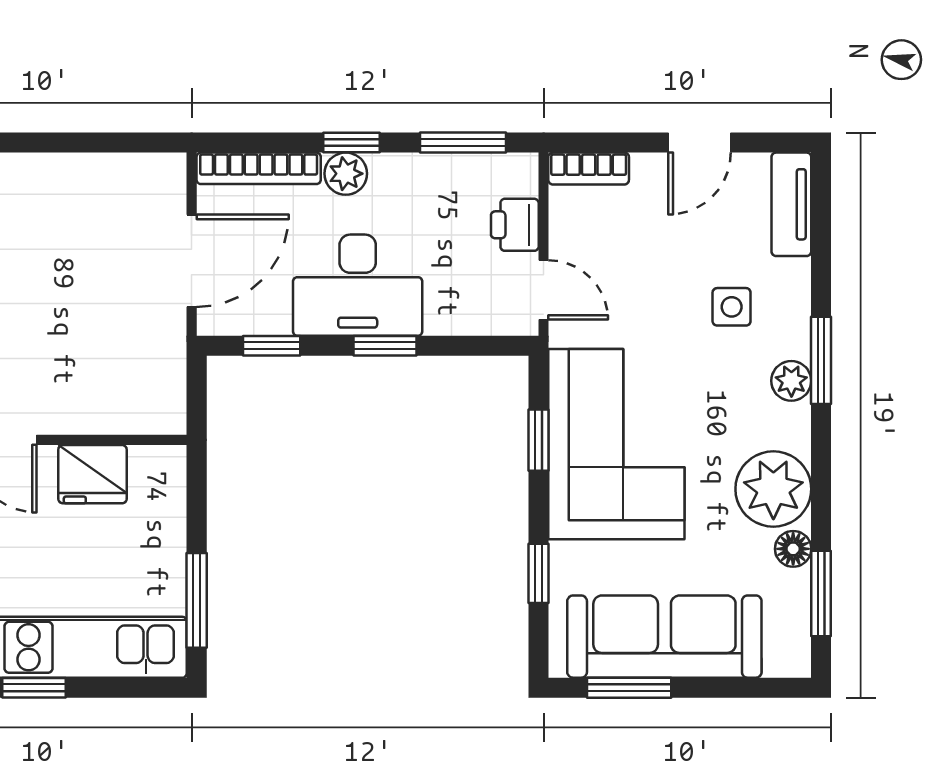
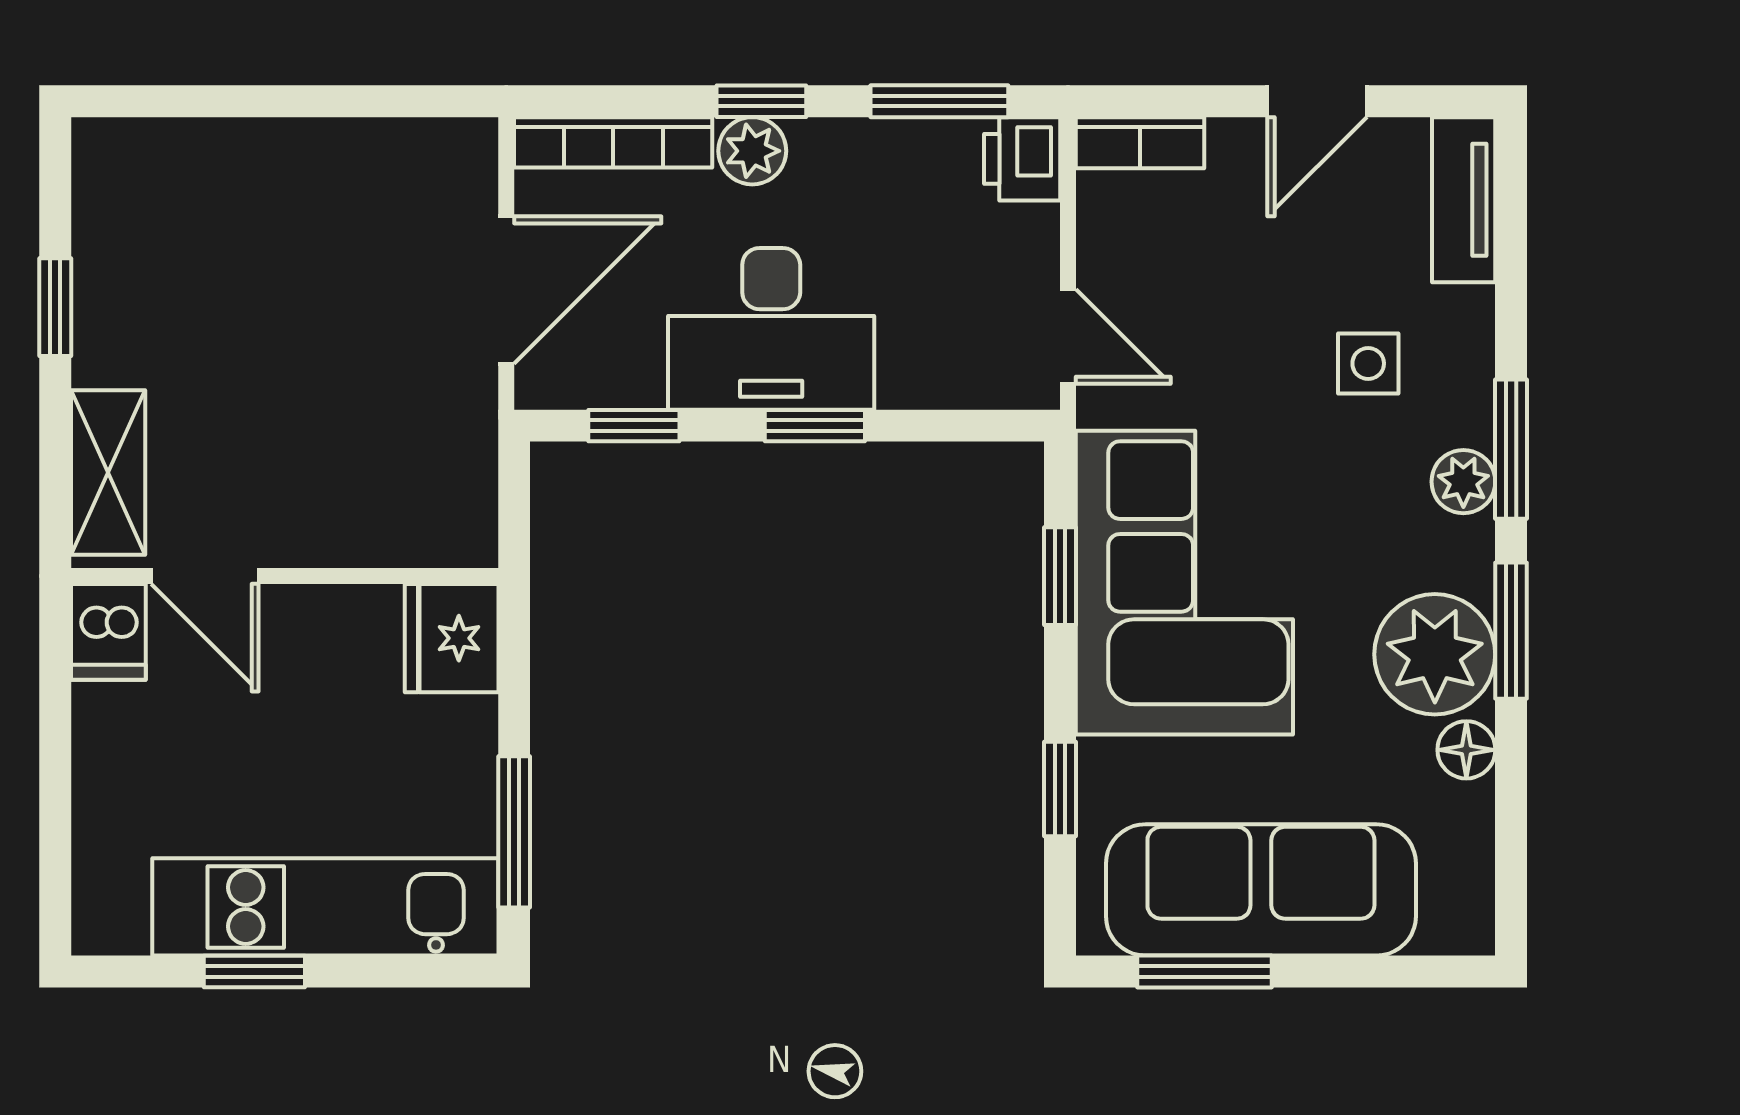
printer: (515, 225) -> (1022, 159), moved
fridge: (92, 474) -> (452, 638), moved, turned 90
window: (821, 594) -> (1511, 631), moved

